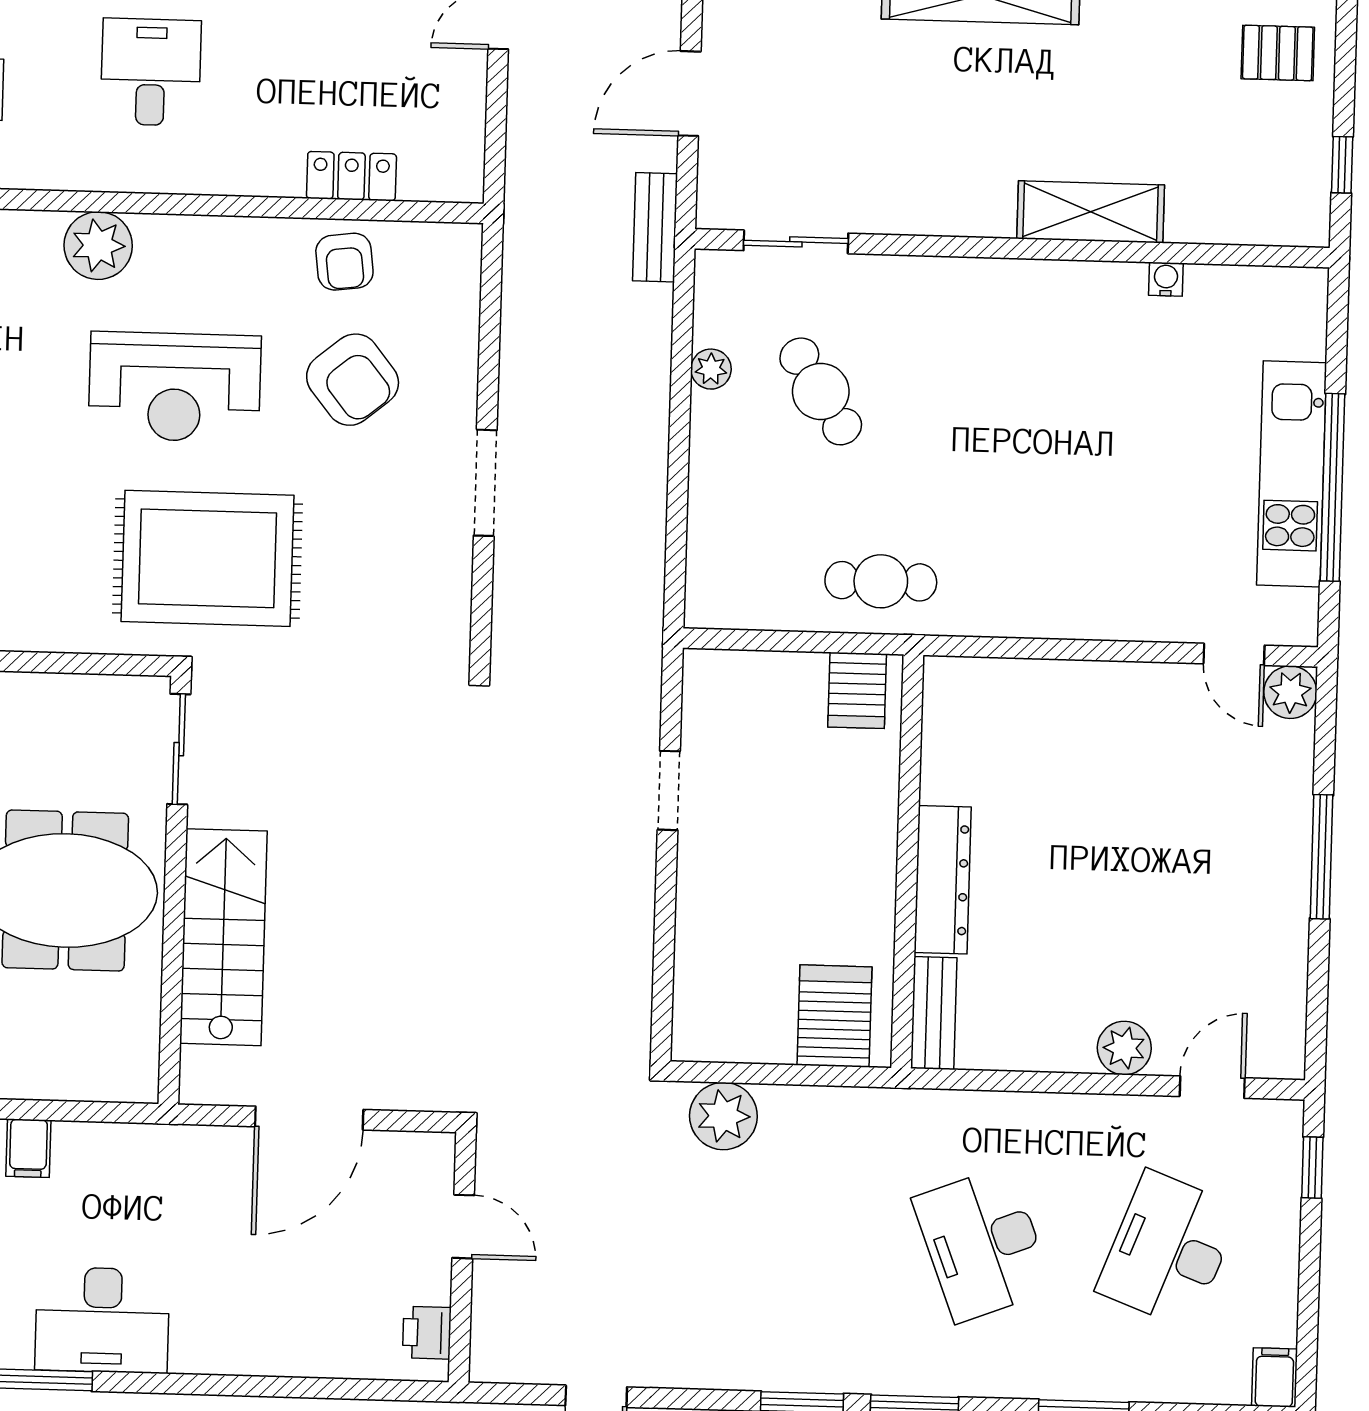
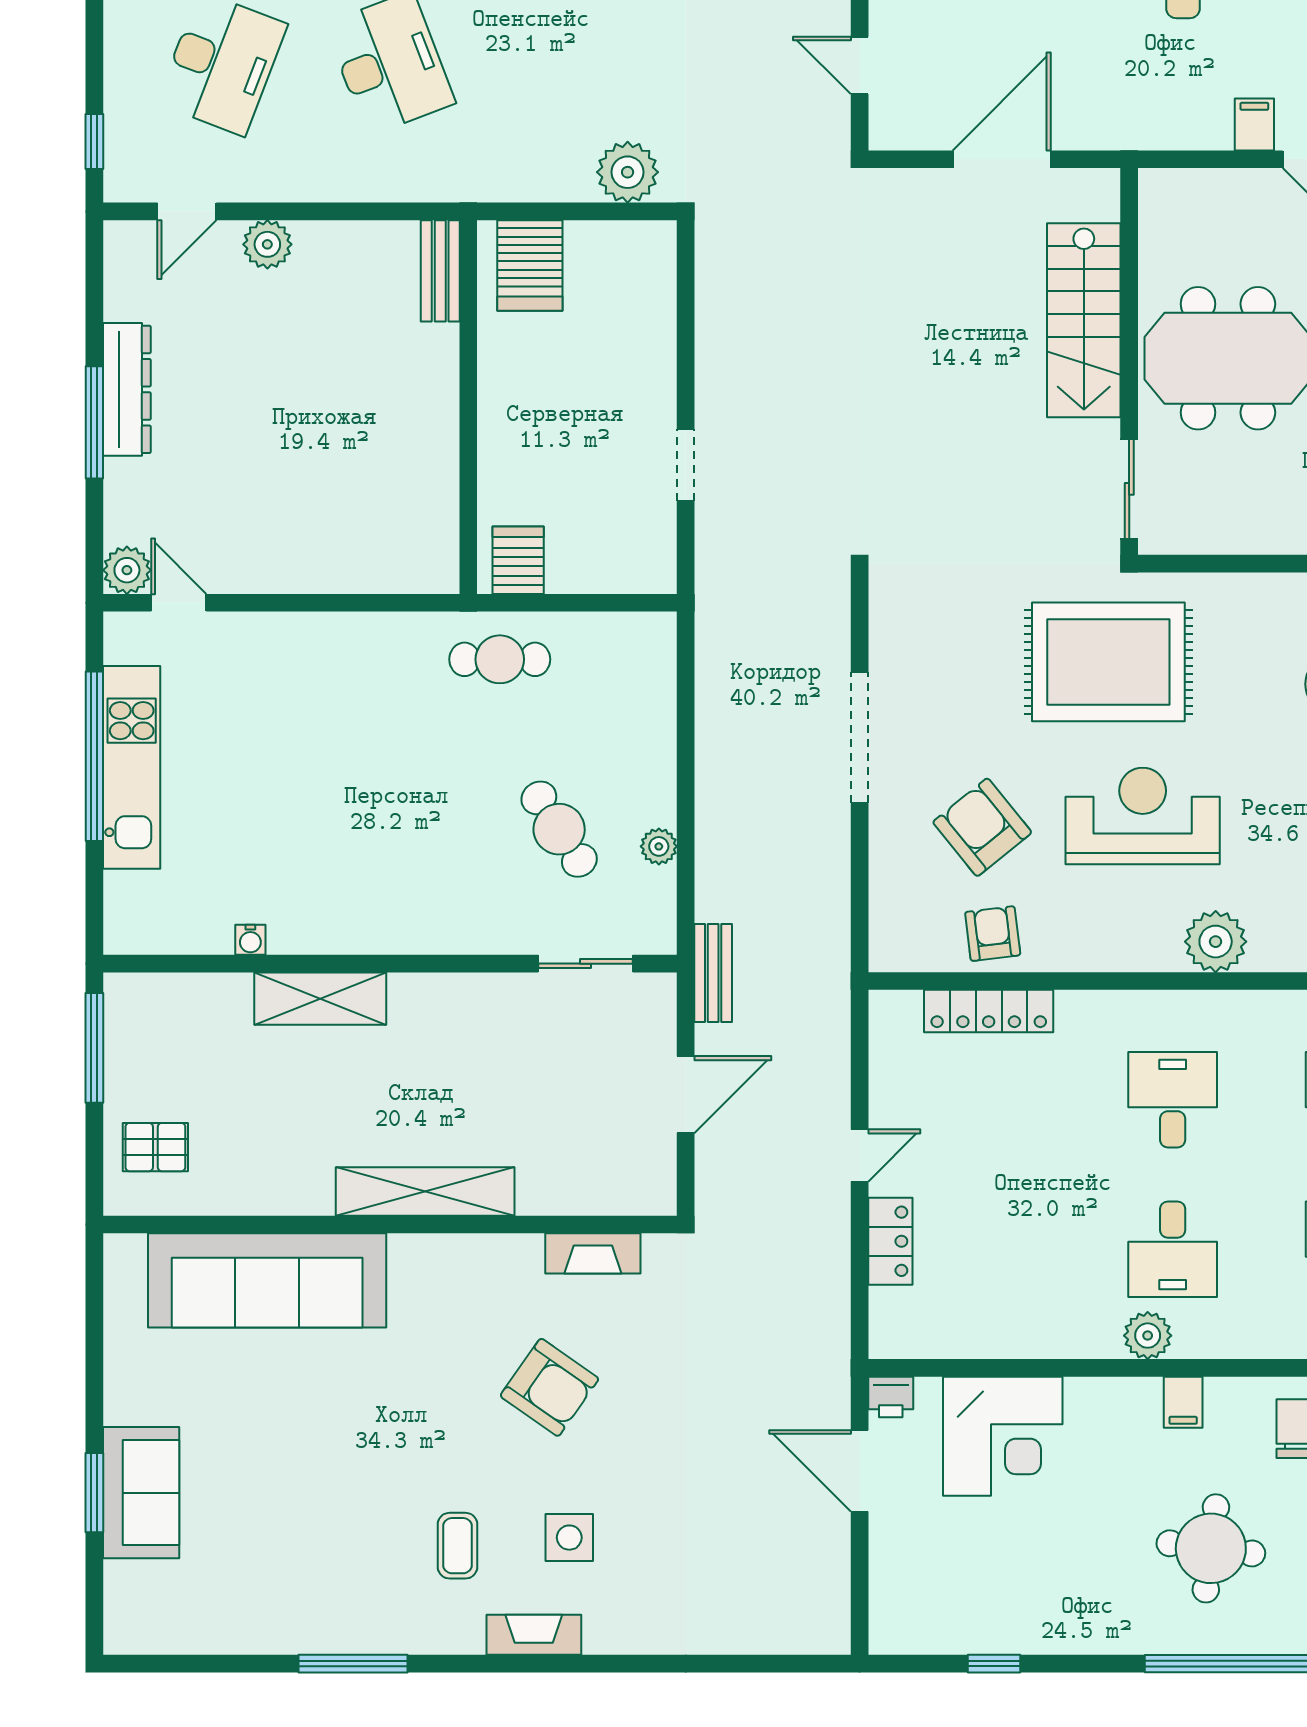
desk: (151, 72) -> (1173, 1100), turned 180
window: (1342, 165) -> (94, 1048), width x2.17
locker: (351, 176) -> (989, 1011), width x1.53
doorway: (485, 483) -> (860, 738), width x1.36
dresser: (943, 880) -> (127, 389), moved, turned 180

